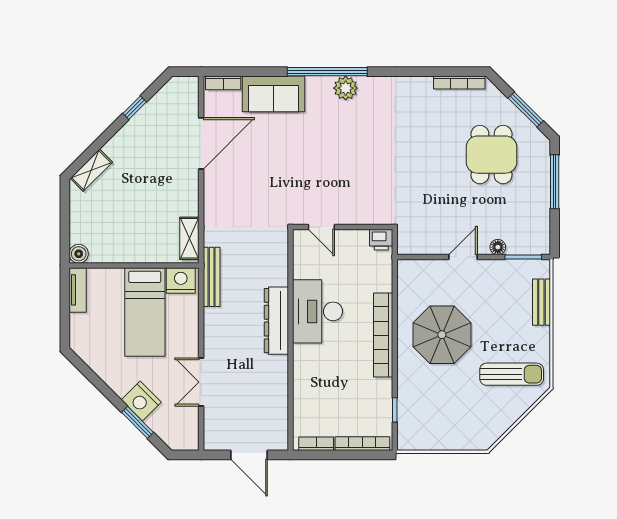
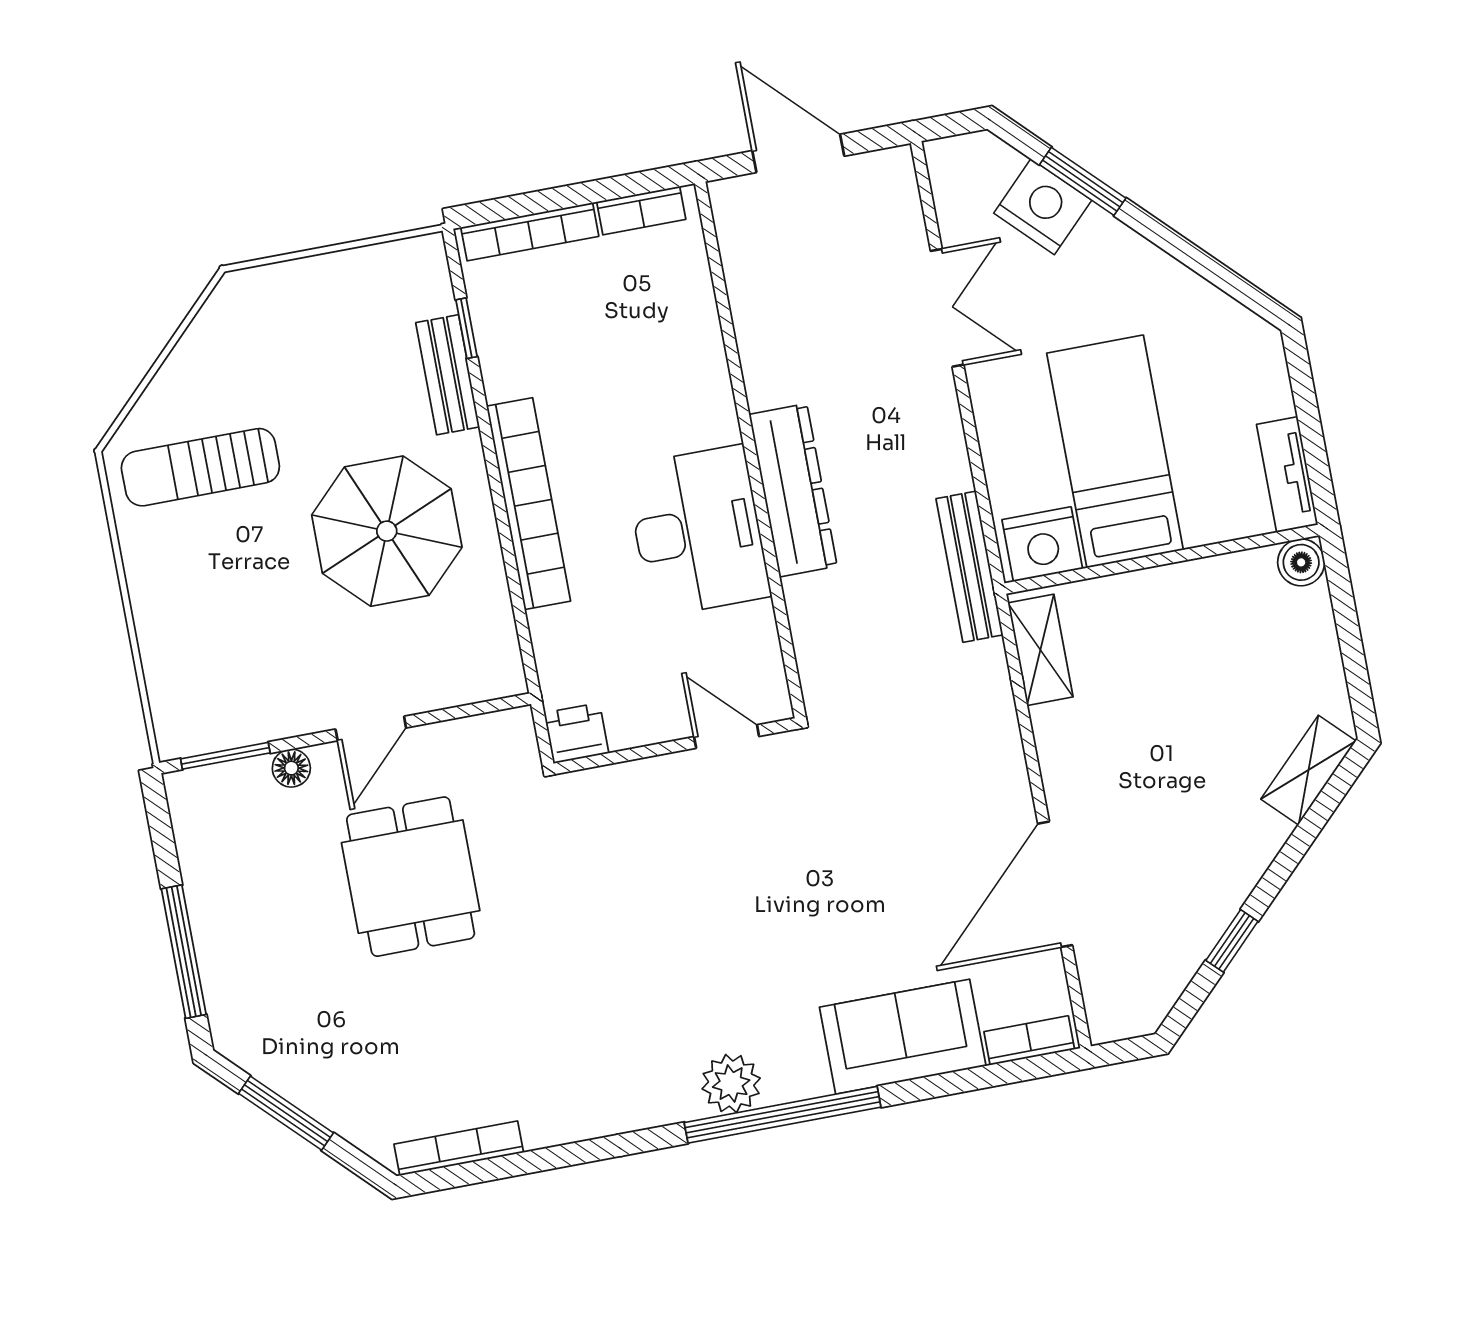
dining table: (491, 155) -> (411, 877), moved
bench: (541, 302) -> (448, 375), moved
nightstand: (141, 401) -> (1043, 207), moved

